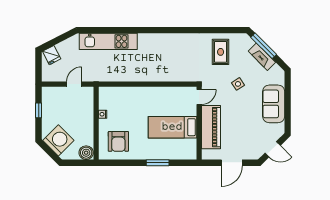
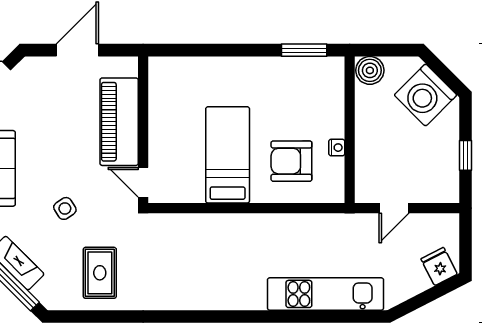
door: (199, 97) -> (143, 182), hinge flipped
bed: (172, 127) -> (228, 155), moved, turned -90
armchair: (118, 141) -> (291, 161), moved, turned -90
window: (158, 163) -> (304, 50), moved

